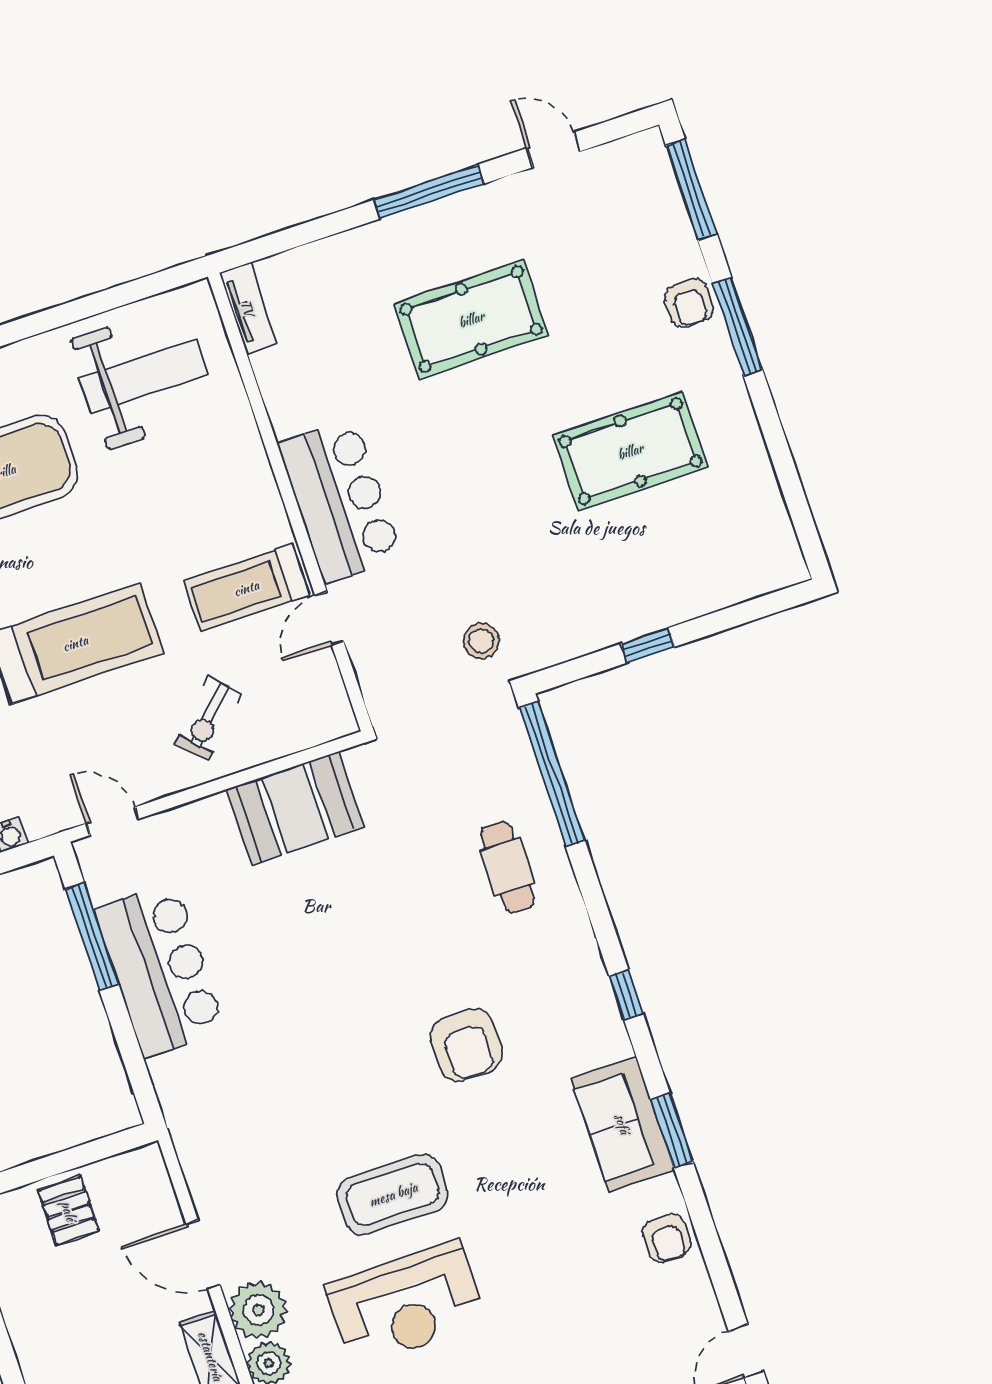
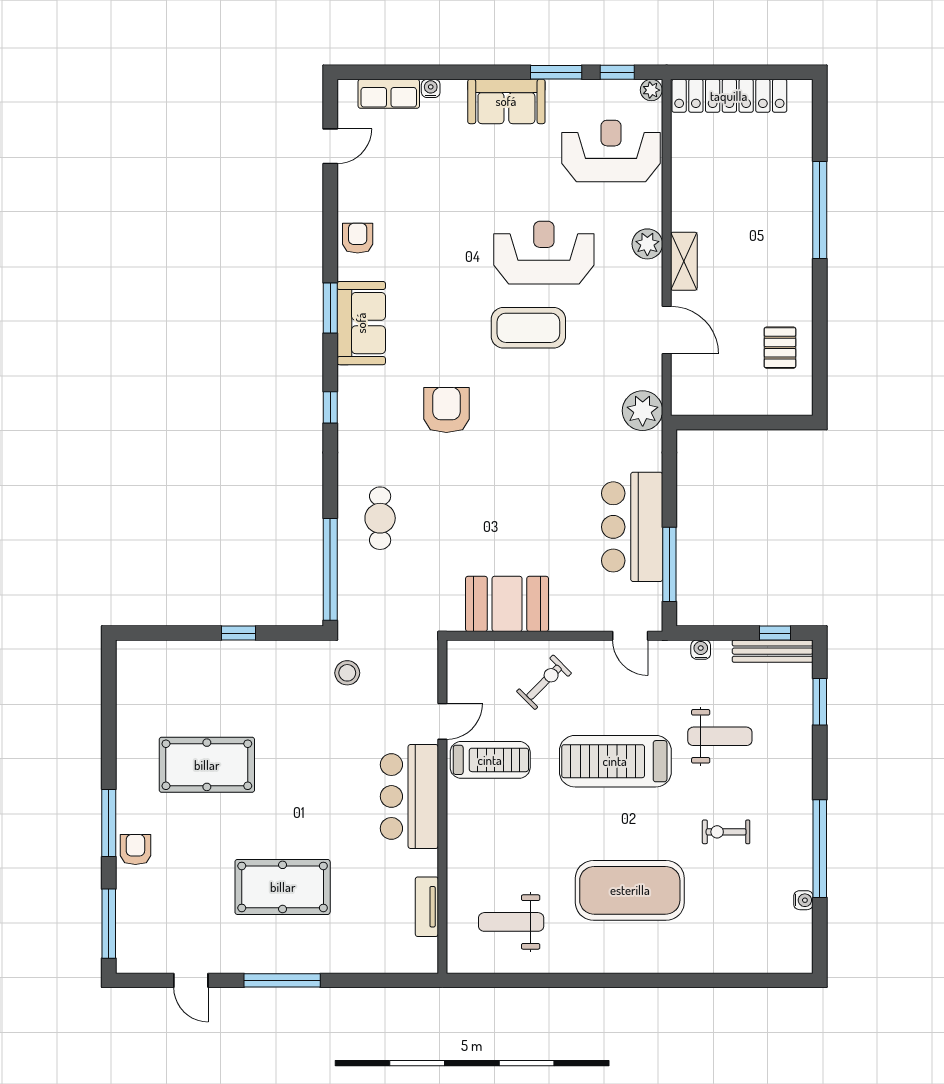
tv unit: (248, 308) -> (427, 907), moved
weight bench: (143, 376) -> (511, 922), width x0.73, depth x0.75
pallet: (69, 1211) -> (780, 348), moved
plant: (258, 1310) -> (643, 411), moved

